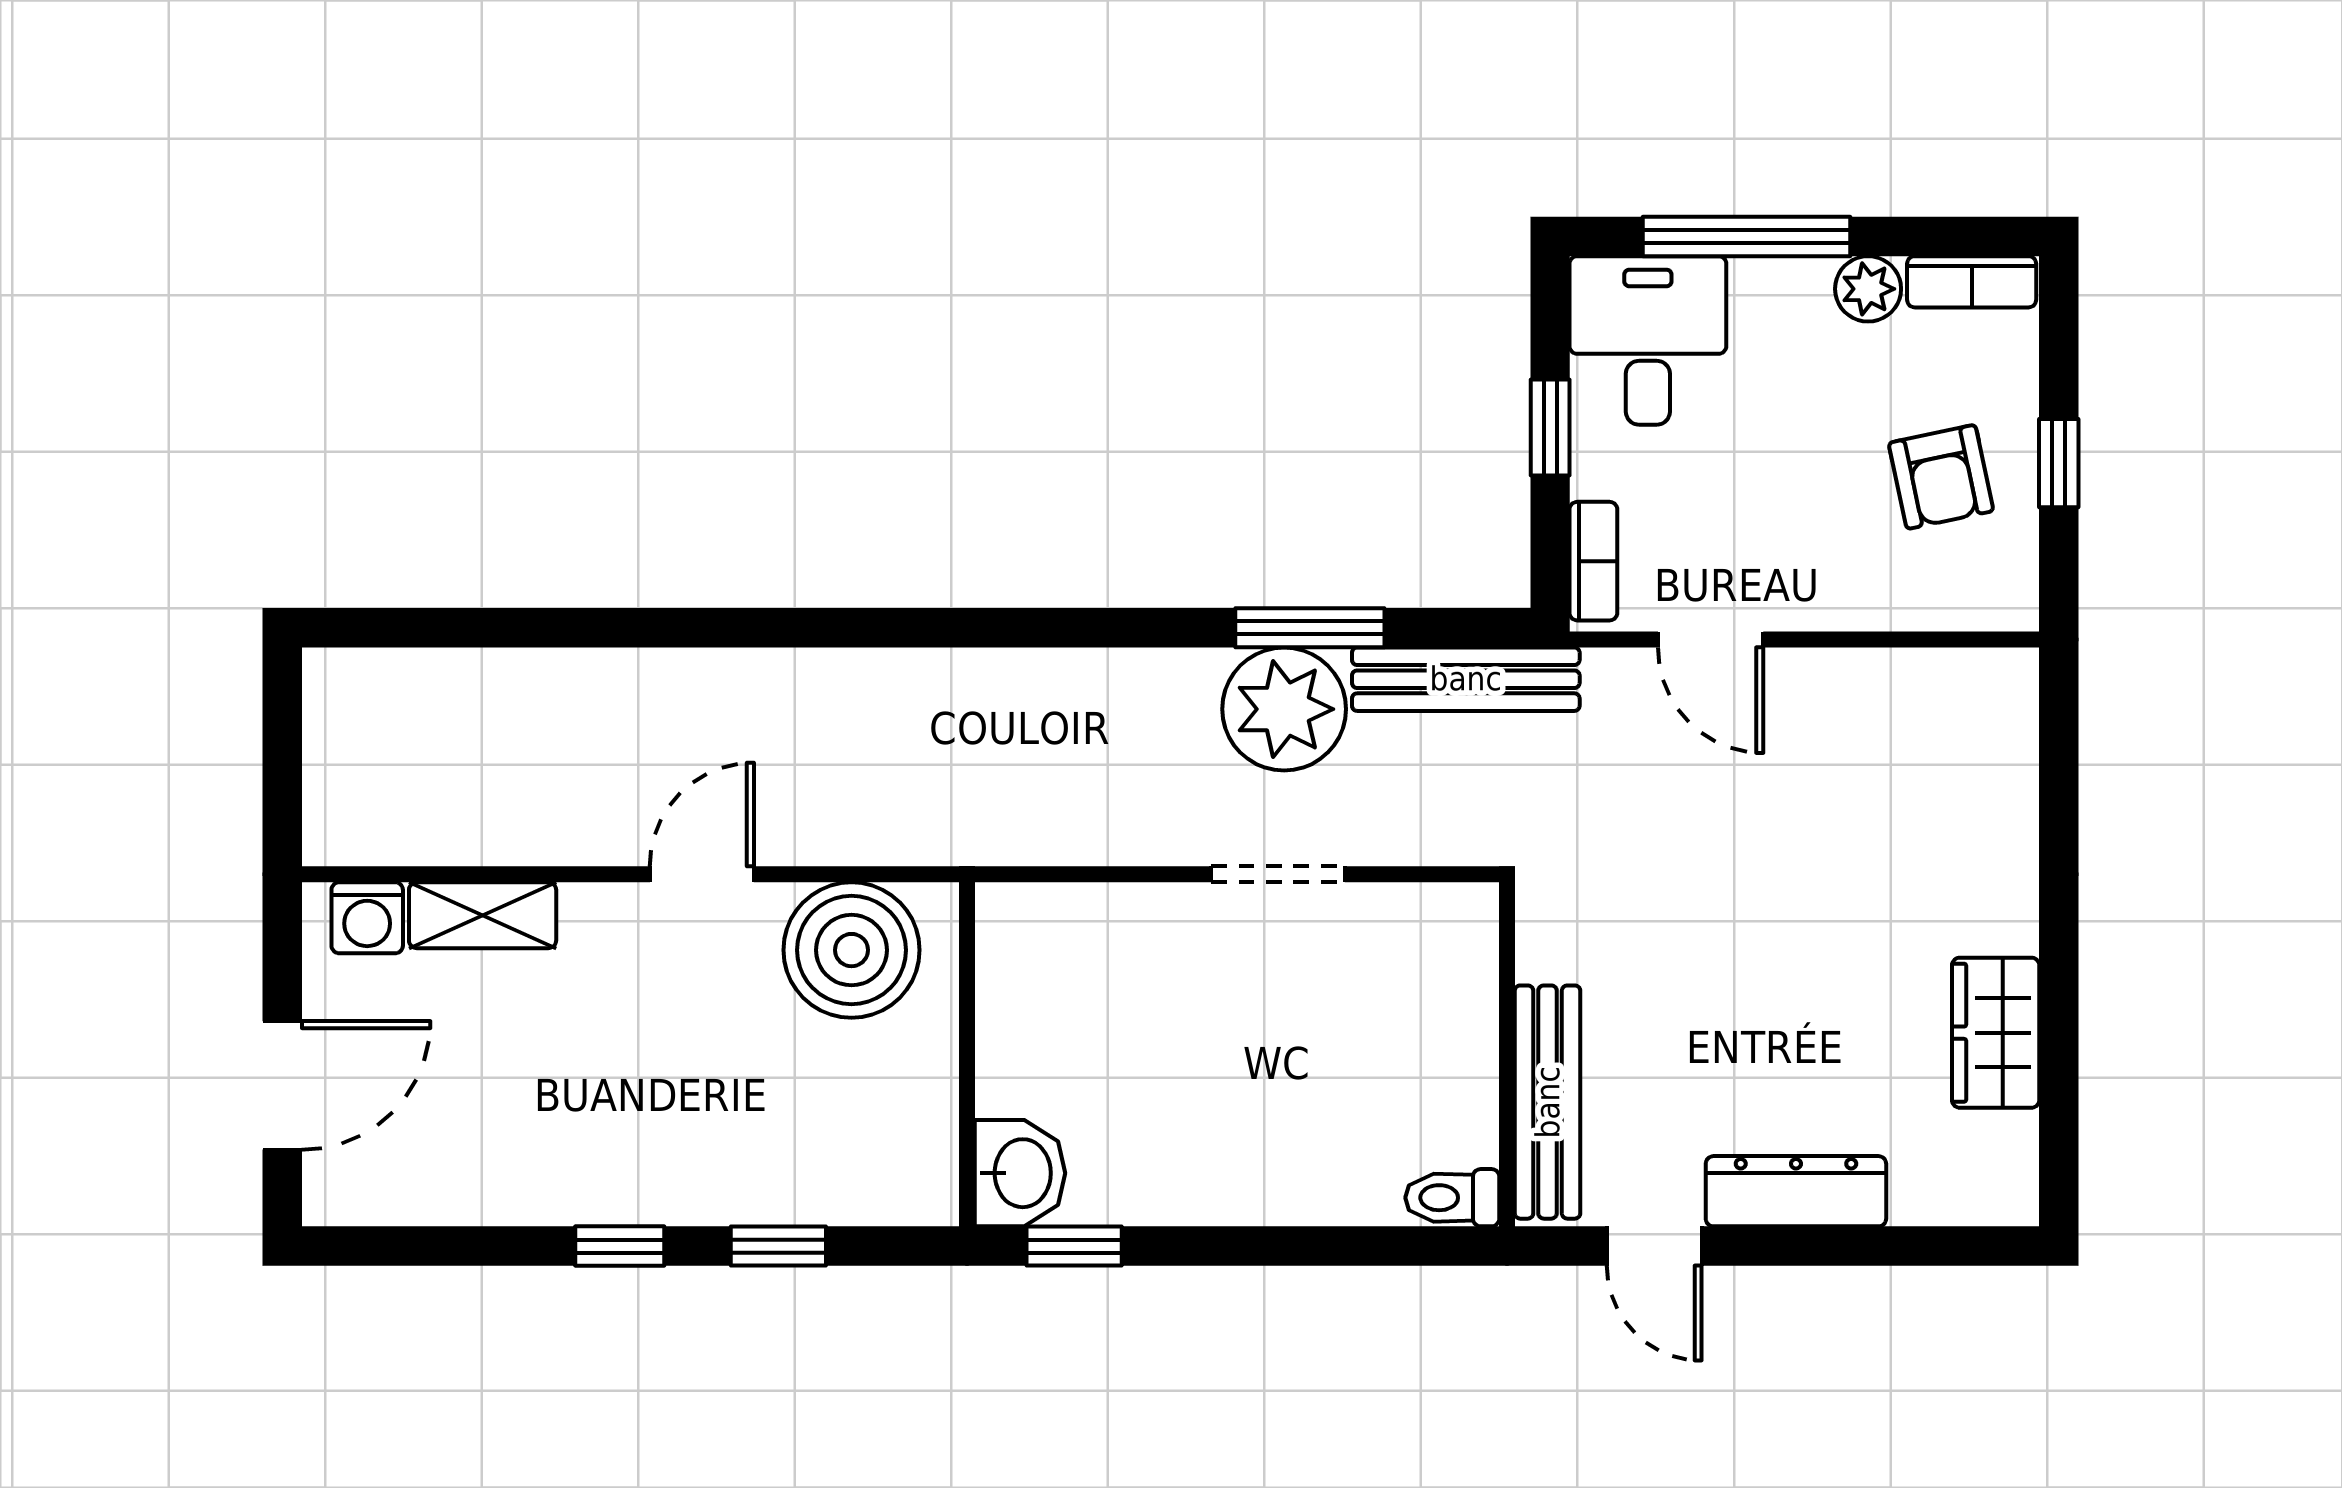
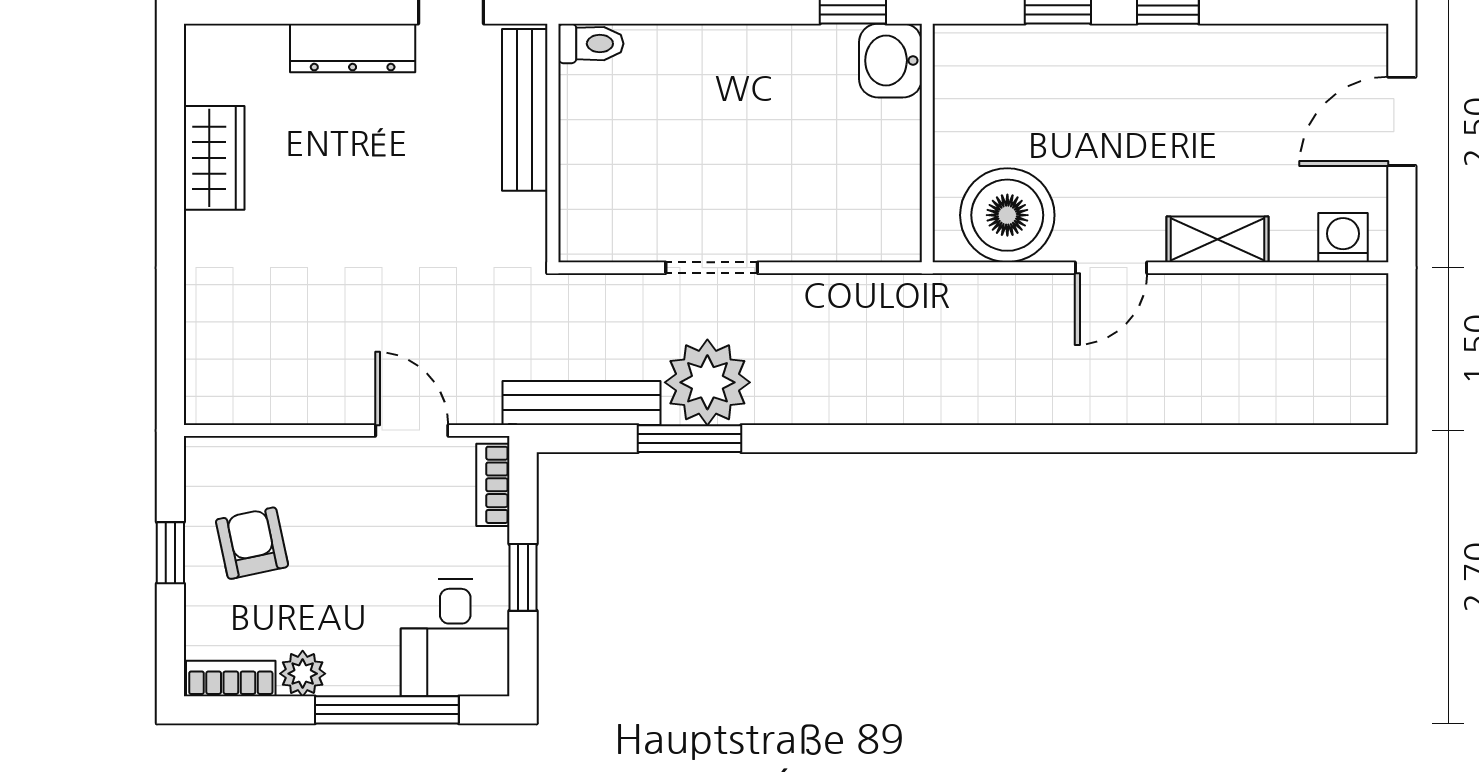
shelving: (483, 915) -> (1217, 239), moved

